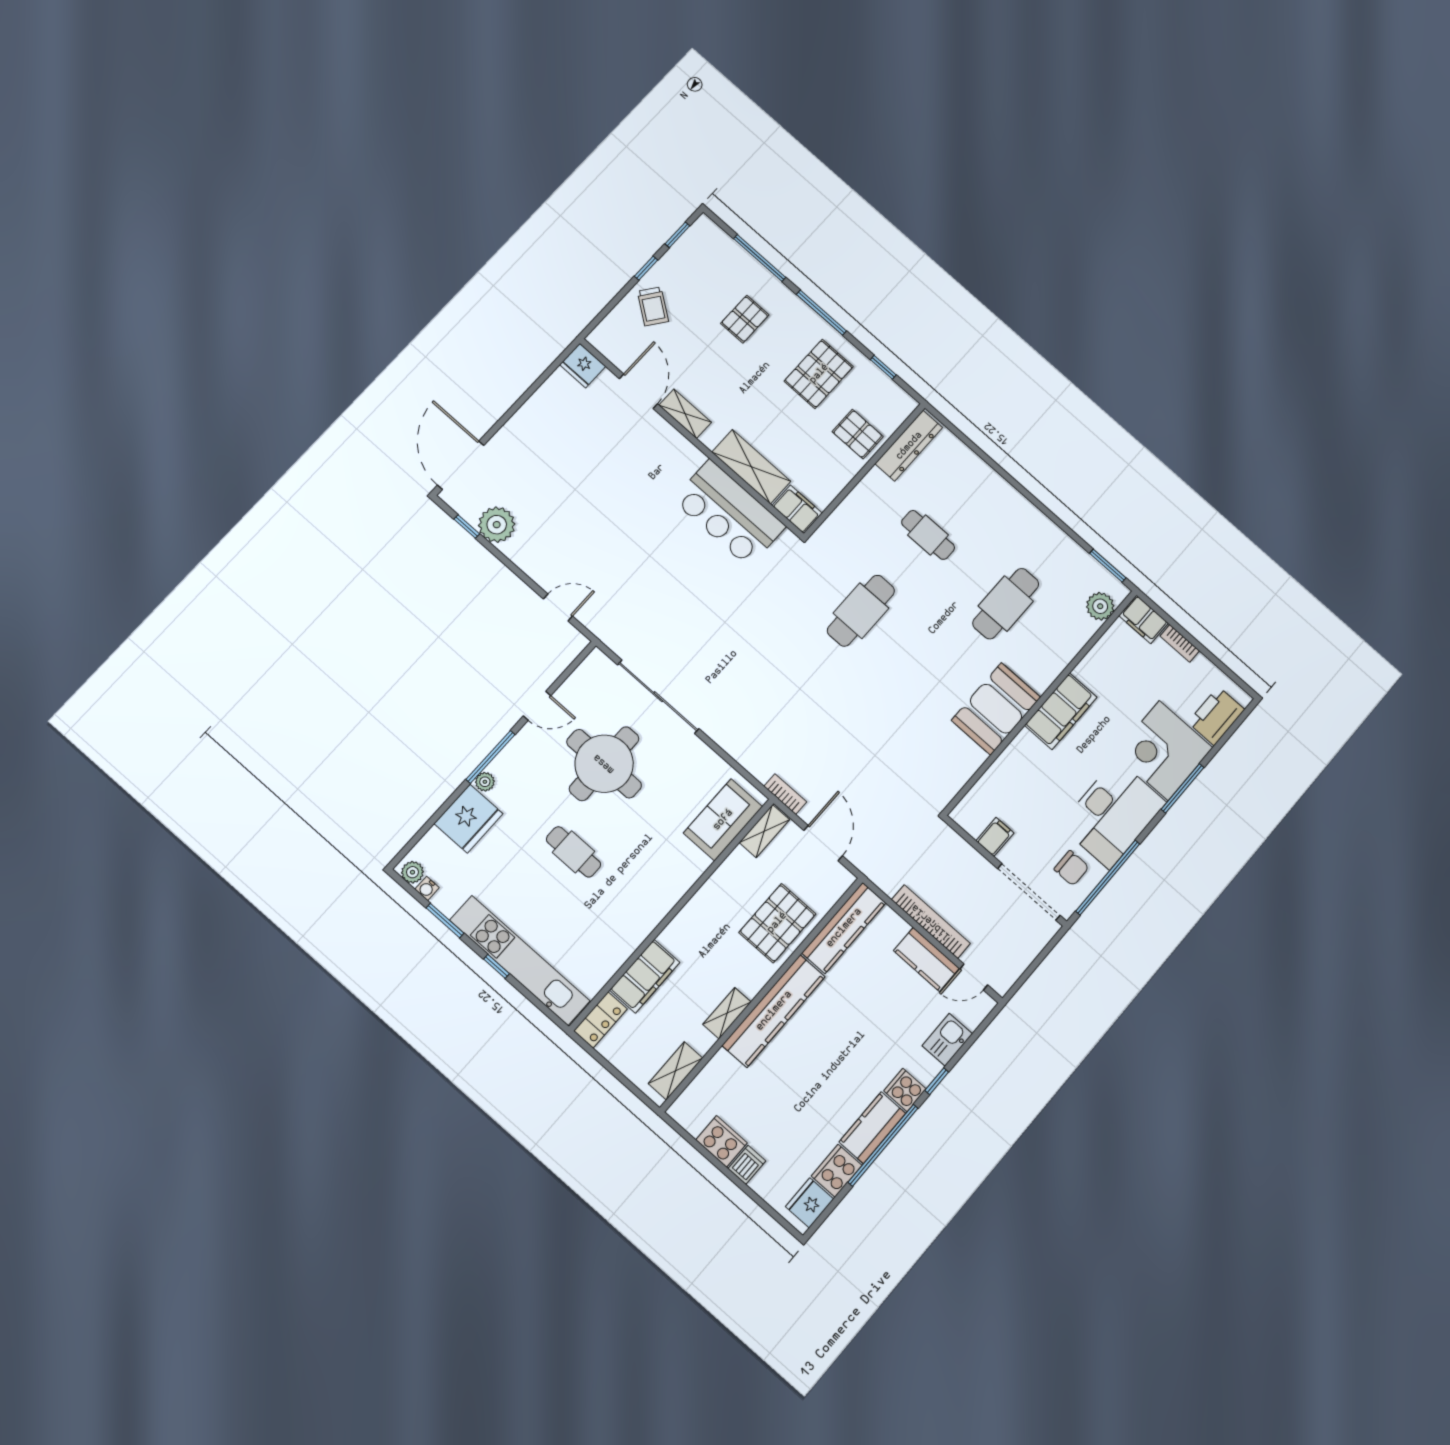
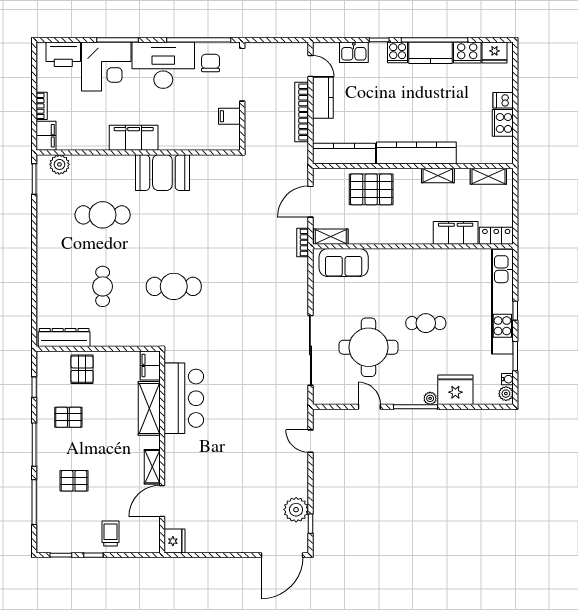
trolley: (653, 306) -> (110, 534), turned -36
pallet: (819, 374) -> (68, 417), width x0.67, depth x0.71
cafe table: (573, 852) -> (426, 323), turned 90

